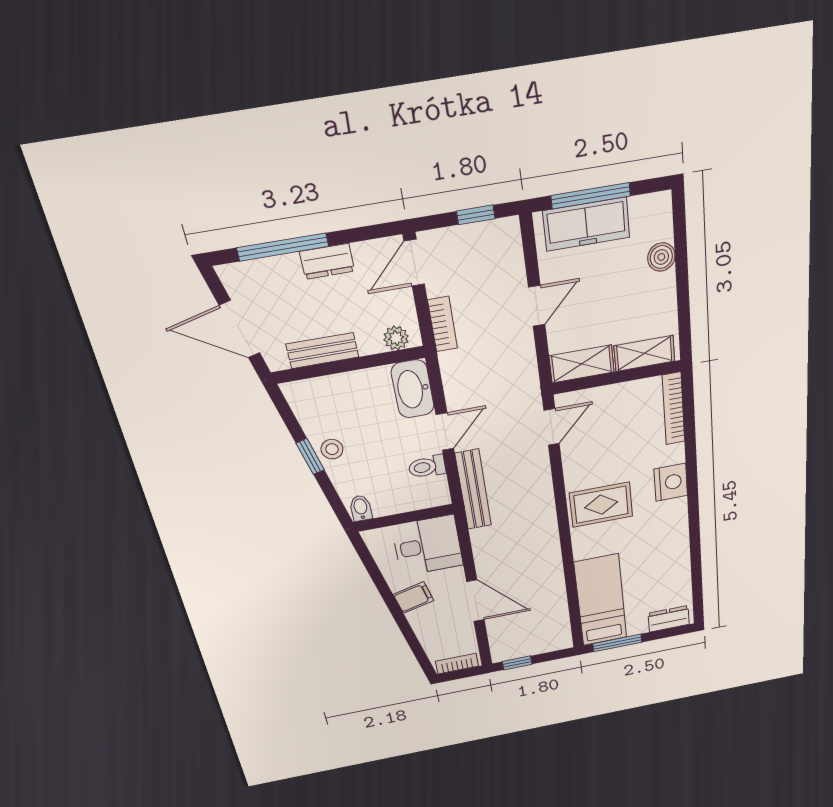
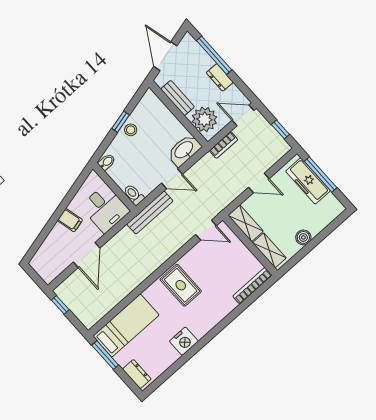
boiler: (661, 257) -> (303, 237), moved
plant: (396, 338) -> (204, 119), width x1.88, depth x1.88
toilet: (427, 467) -> (134, 195), moved
nightstand: (671, 482) -> (184, 341), moved
bookcase: (457, 664) -> (41, 270), removed

